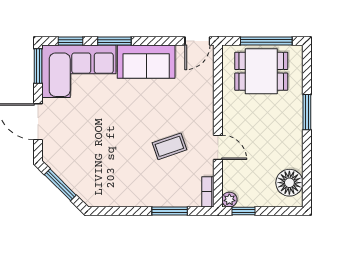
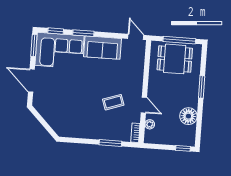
door: (197, 41) -> (136, 37), swing flipped
floor lamp: (289, 183) -> (188, 116), moved
window: (60, 185) -> (42, 121), removed
plant: (229, 200) -> (150, 124), moved
window: (243, 211) -> (183, 148), moved

